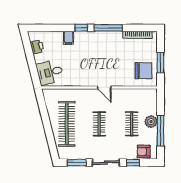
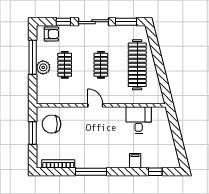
window: (81, 28) -> (155, 172), moved
printer: (37, 47) -> (170, 151), removed
desk: (50, 72) -> (139, 120), moved, turned -76

